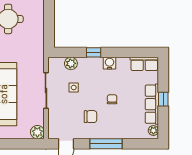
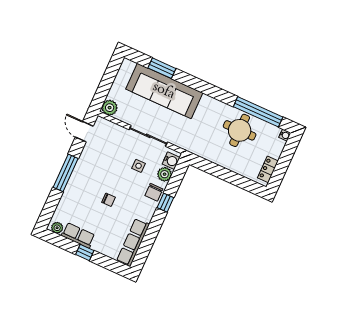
water cooler: (110, 63) -> (171, 161), moved
row of seats: (144, 64) -> (133, 242), width x1.48
row of seats: (152, 104) -> (78, 235), width x0.68
chair: (91, 117) -> (154, 192), moved

